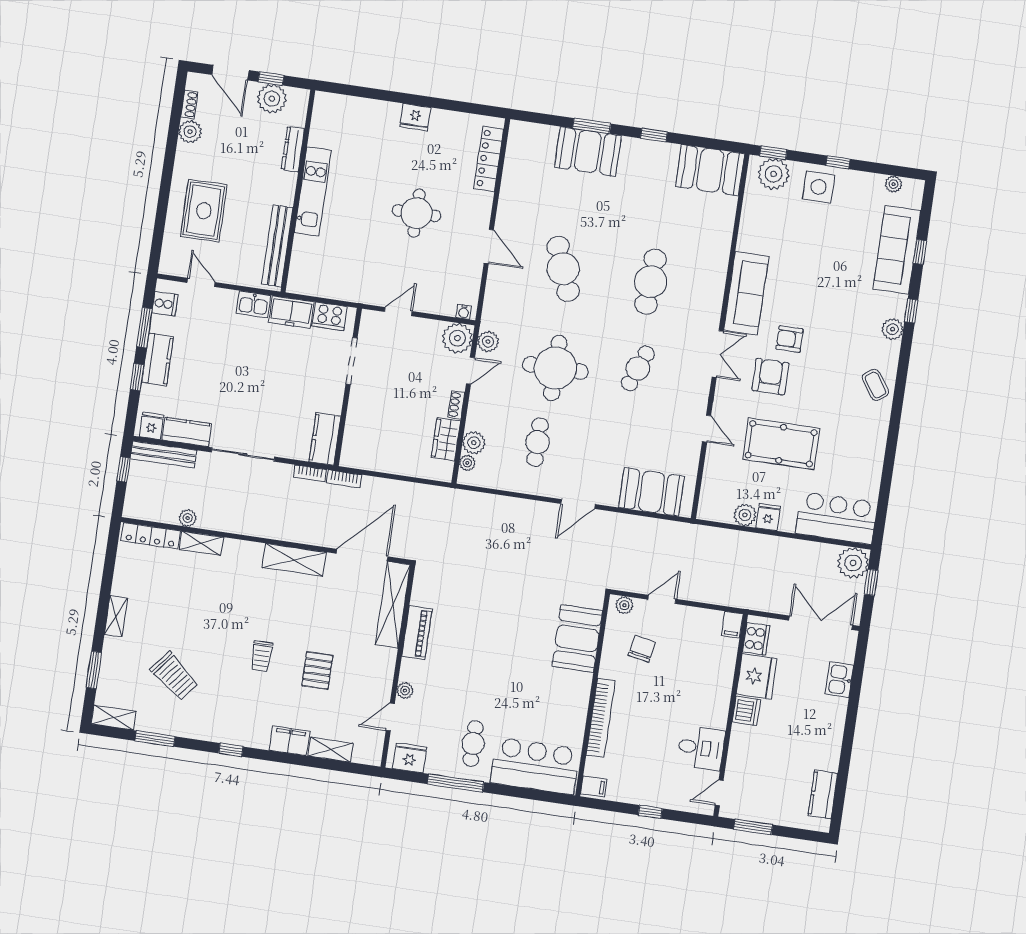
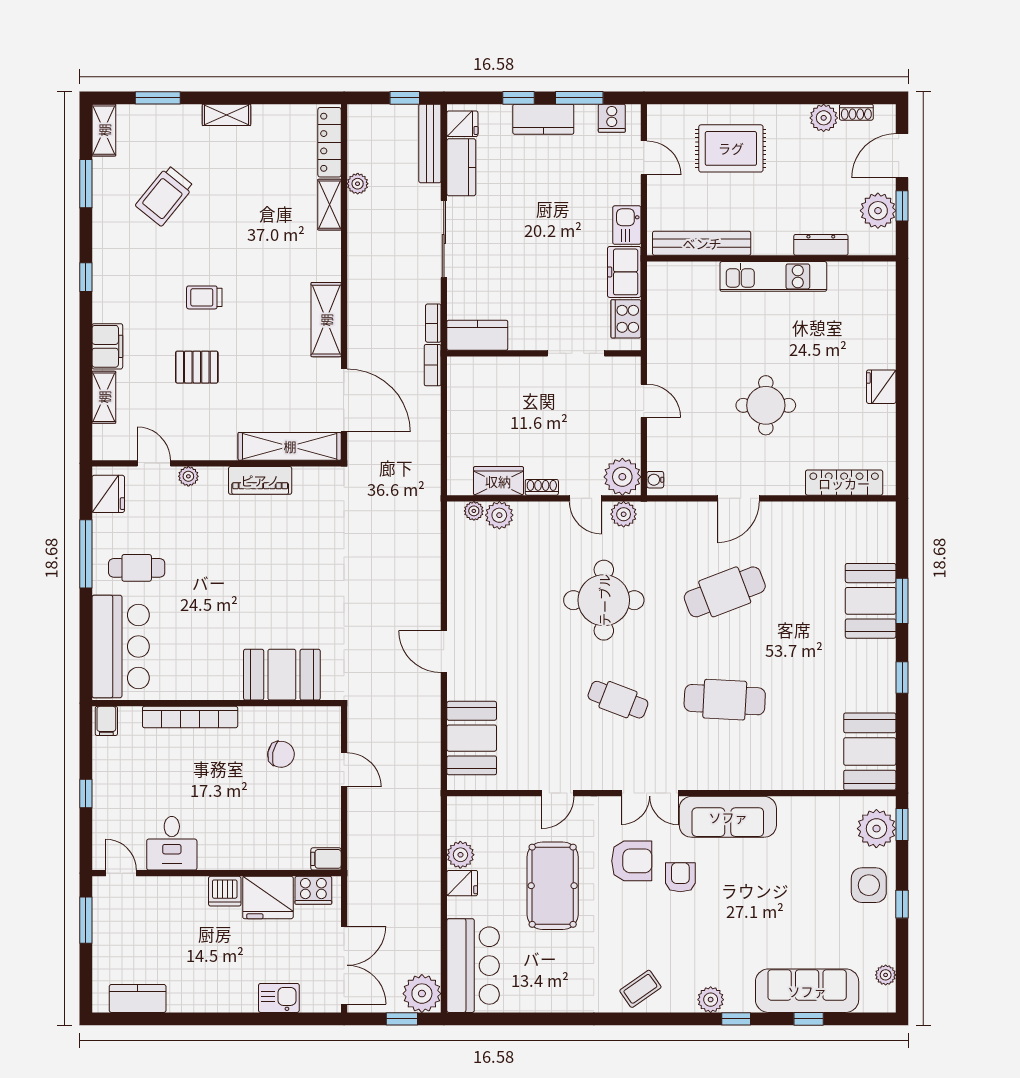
door: (201, 282) -> (644, 158), hinge flipped
cafe table: (538, 442) -> (511, 592), removed
plant: (624, 605) -> (330, 726), removed

